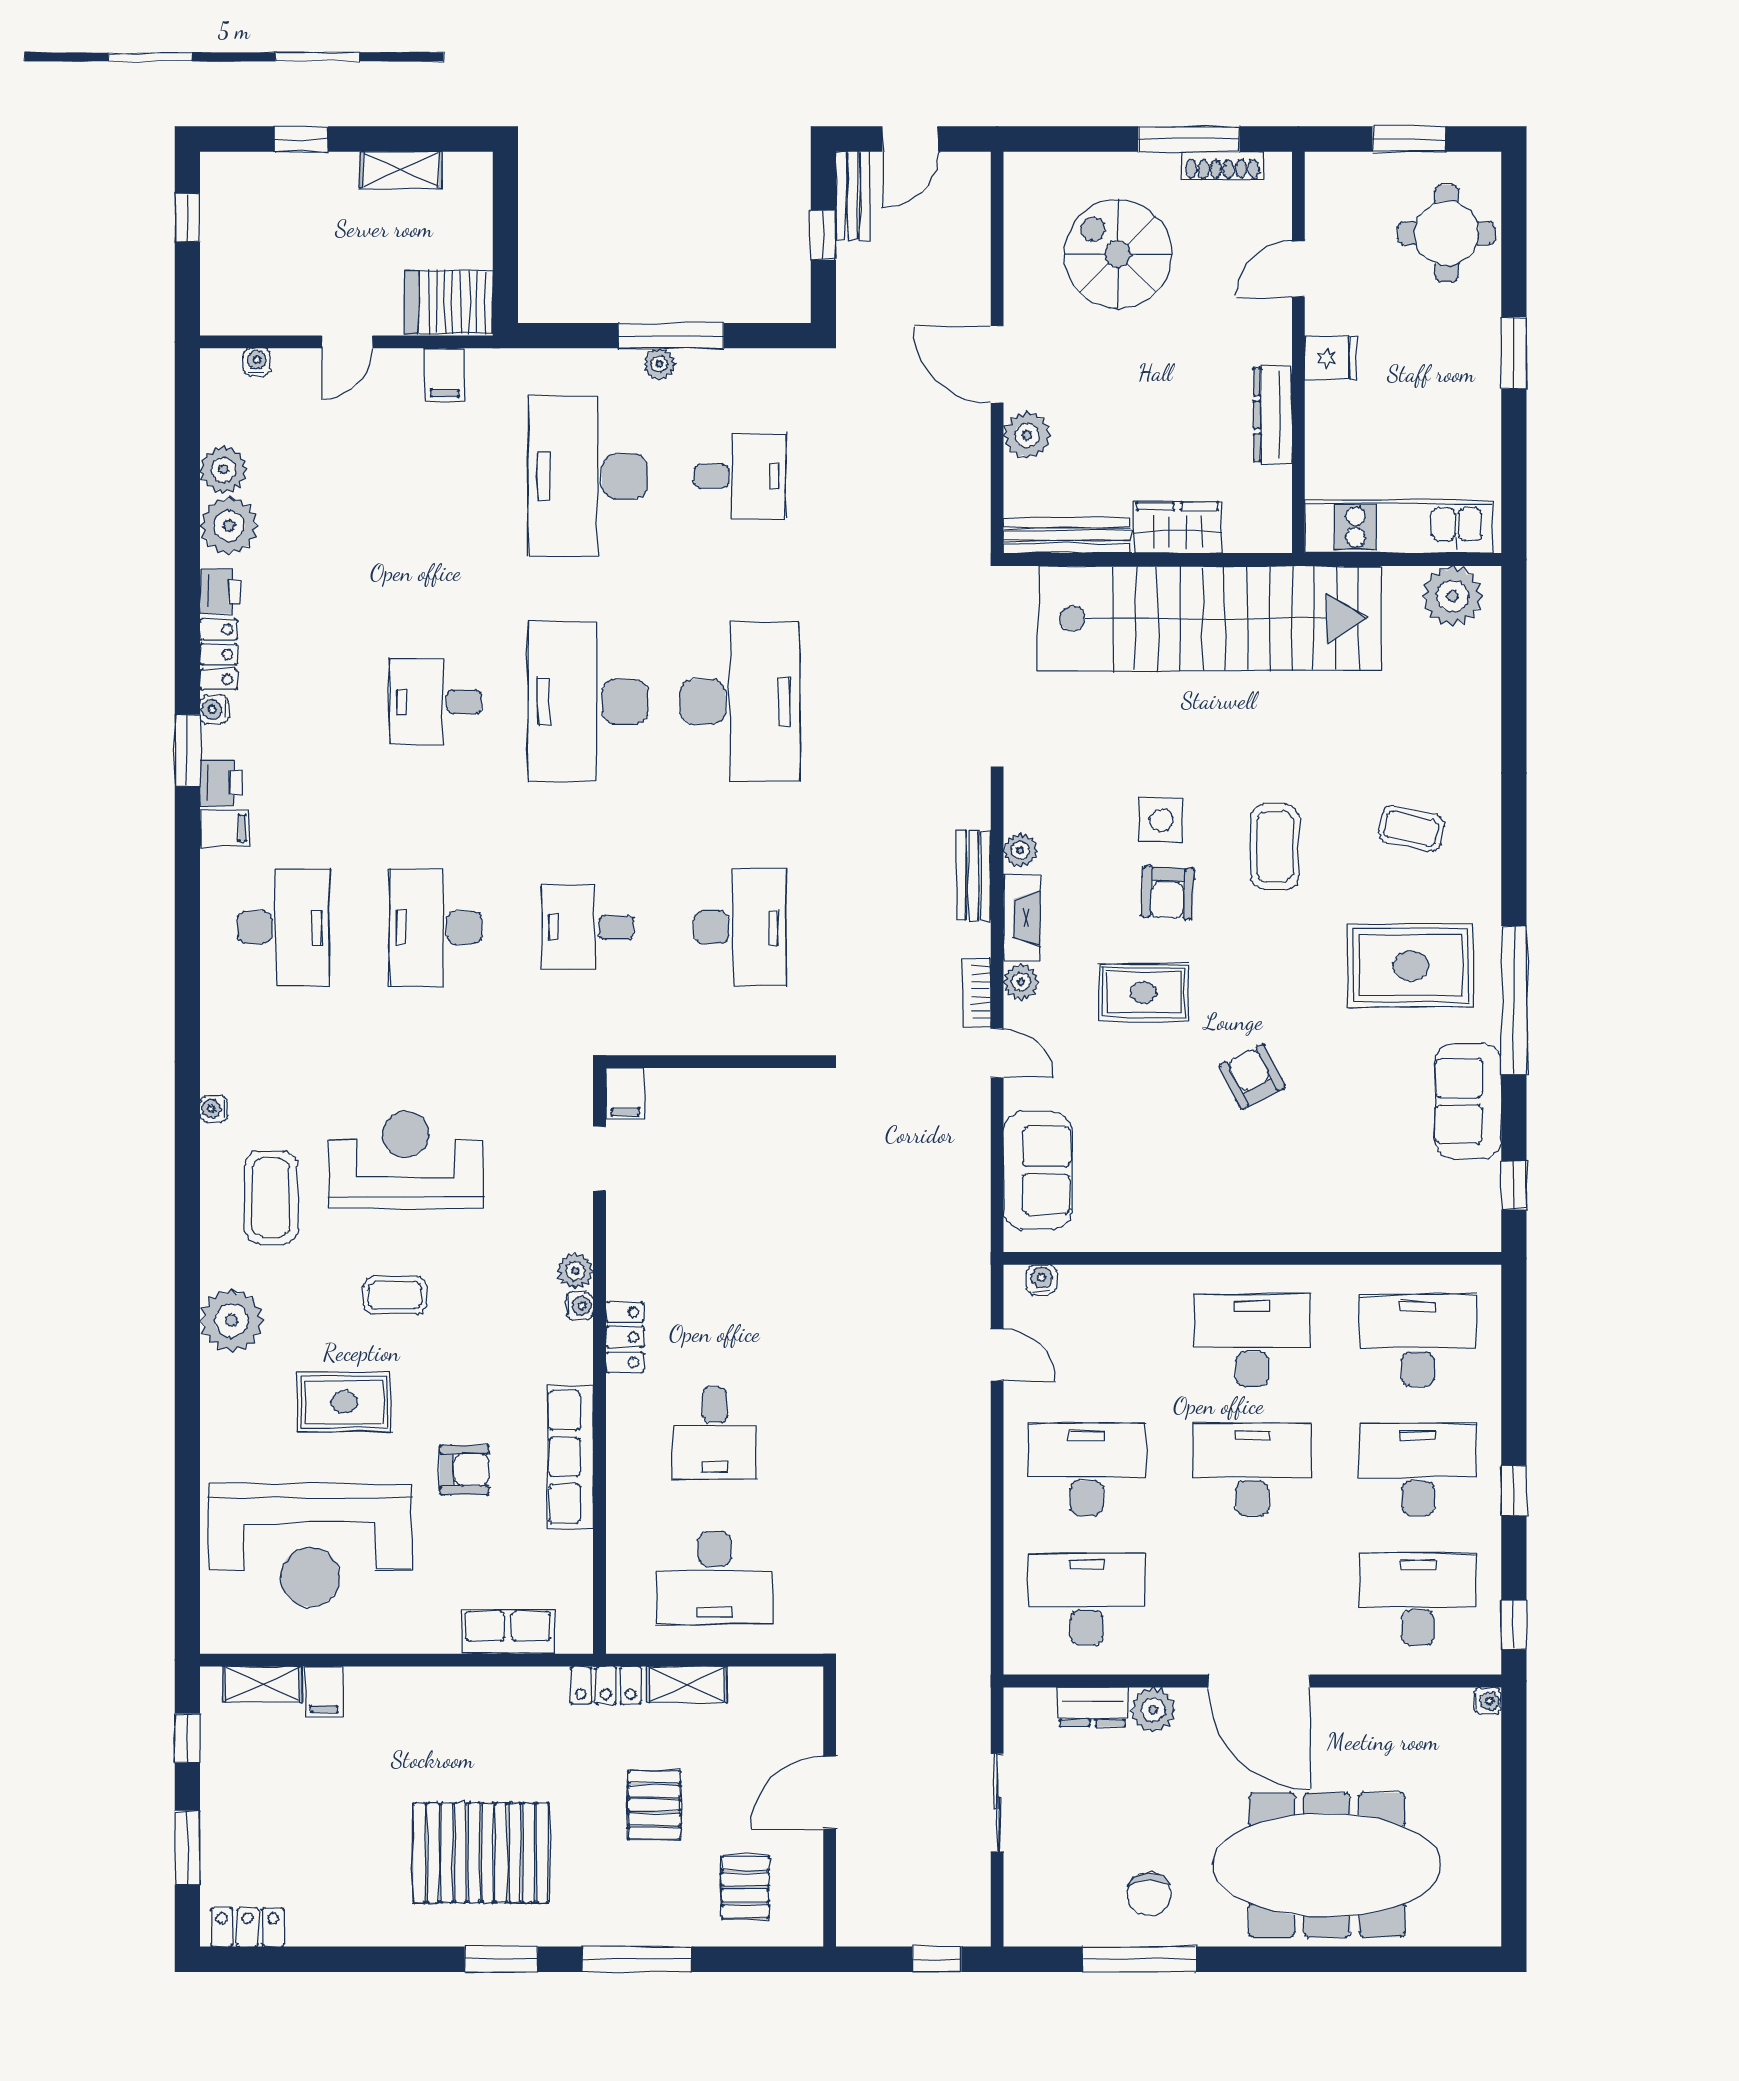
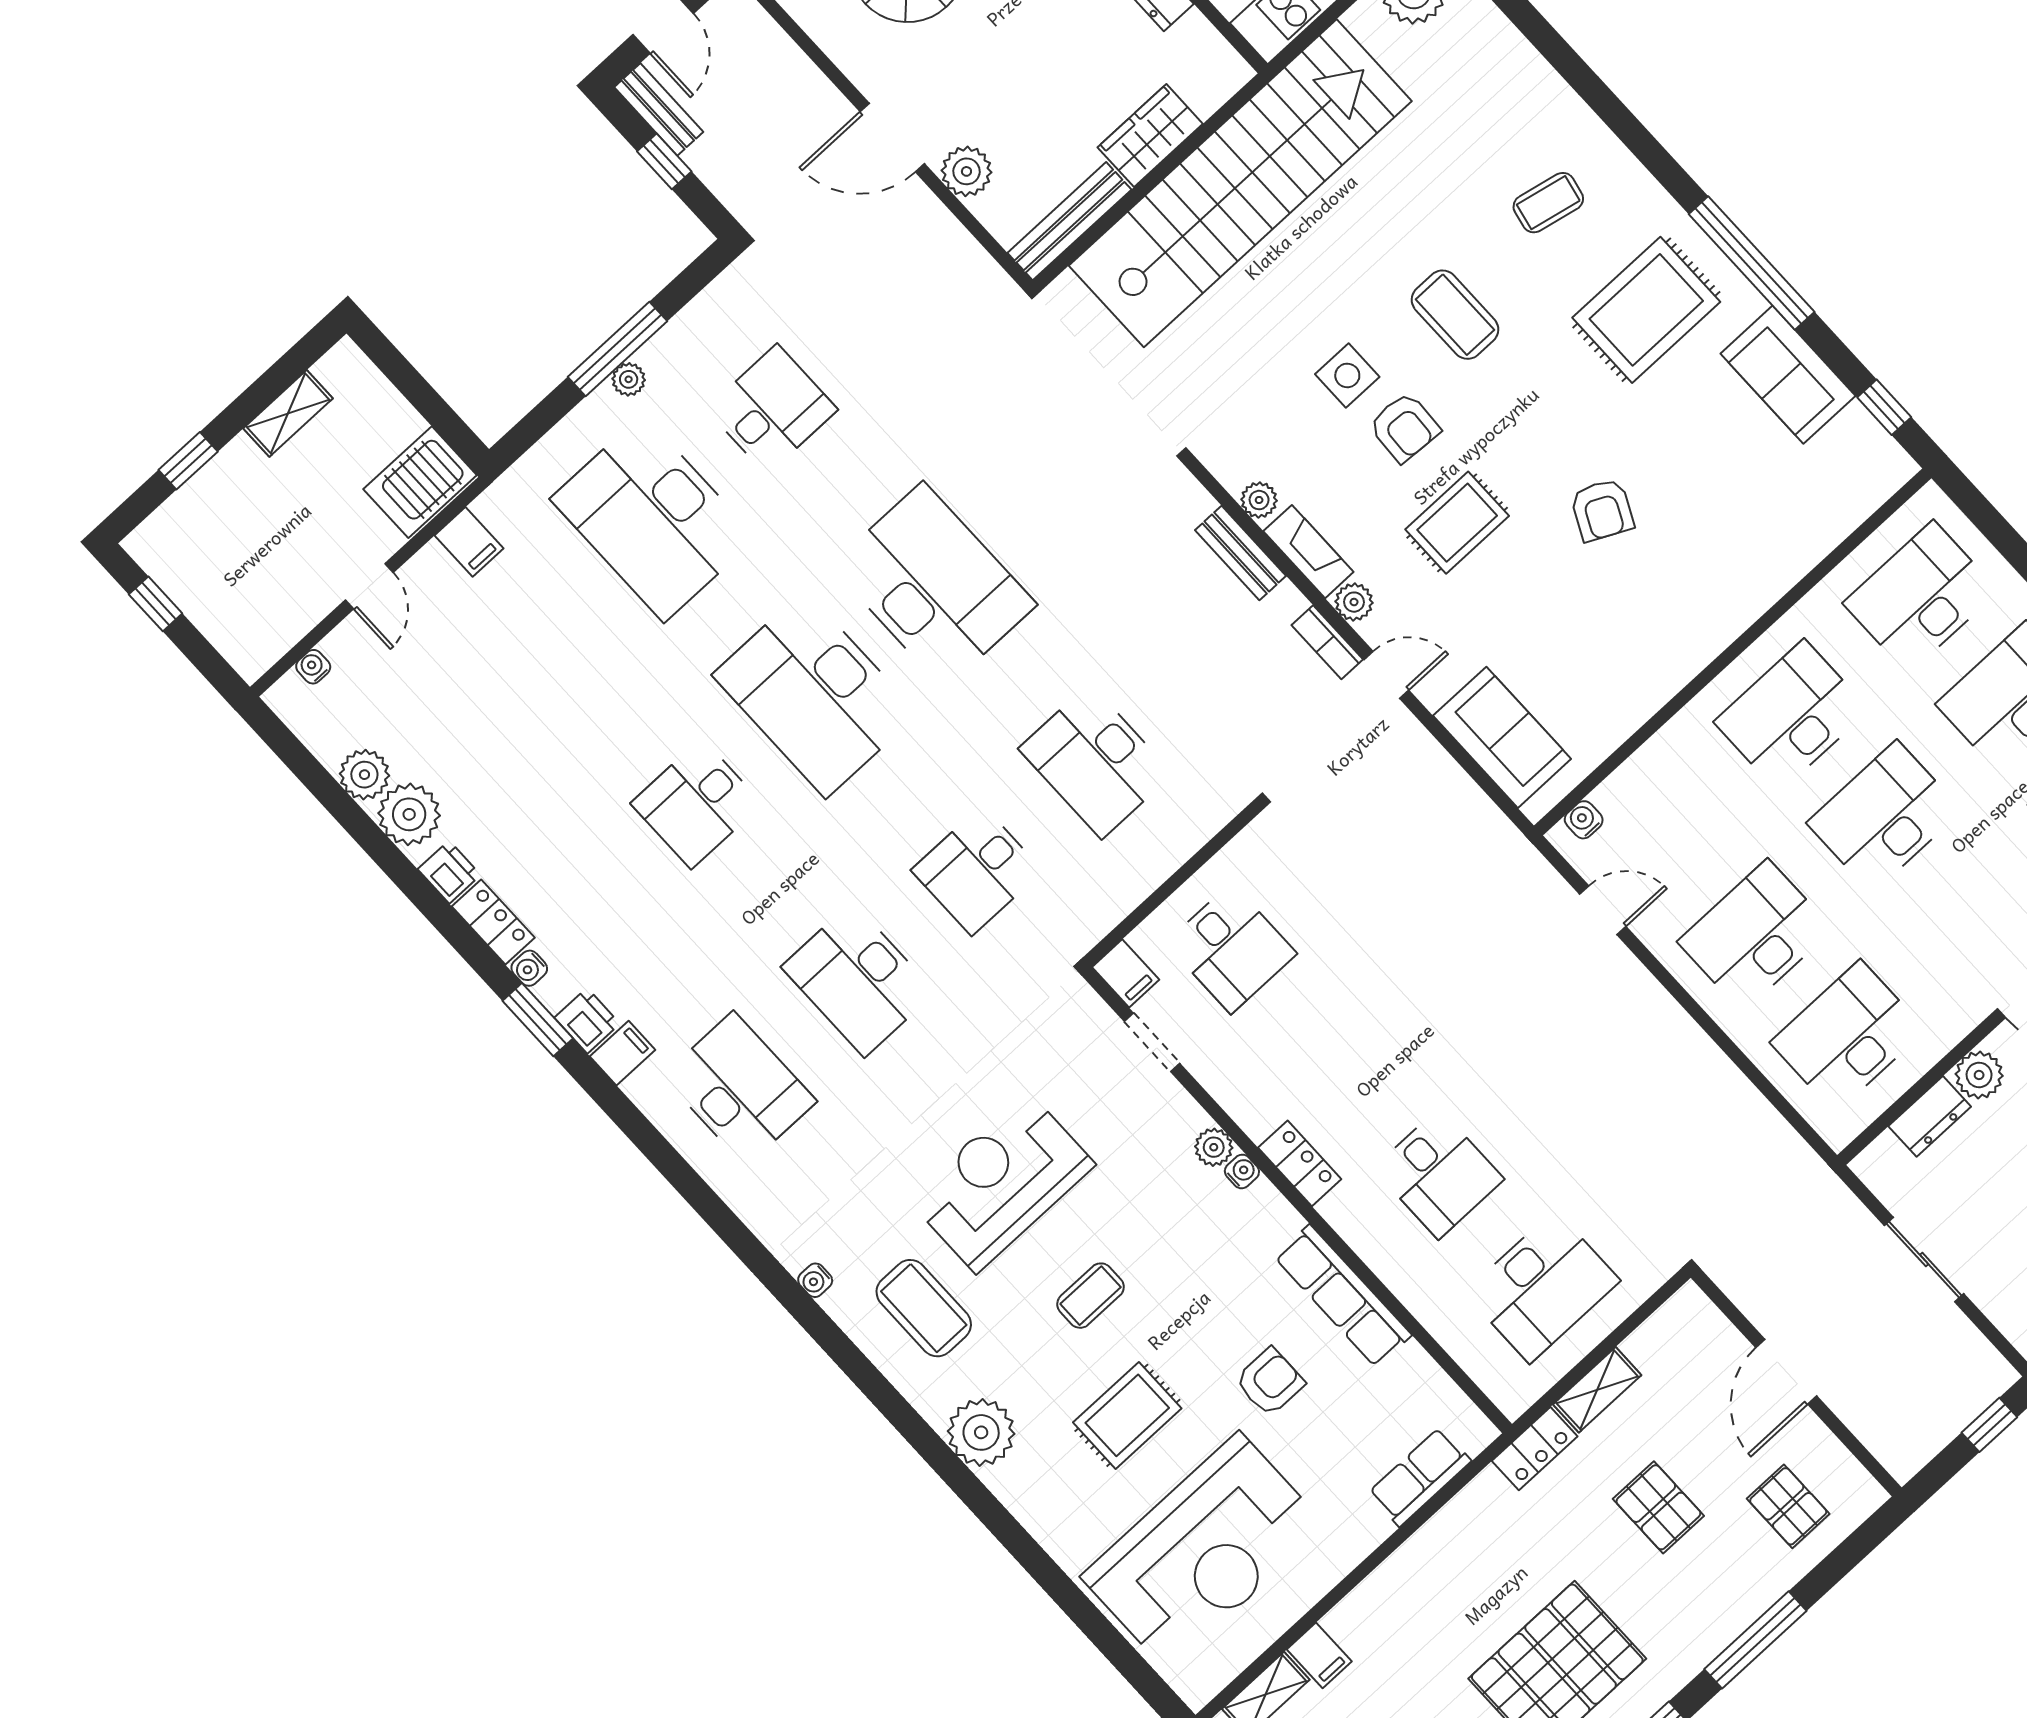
desk: (740, 927) -> (1096, 761), turned 180
armchair: (1252, 1076) -> (1602, 510), turned -127
desk: (715, 1144) -> (1231, 948), added

